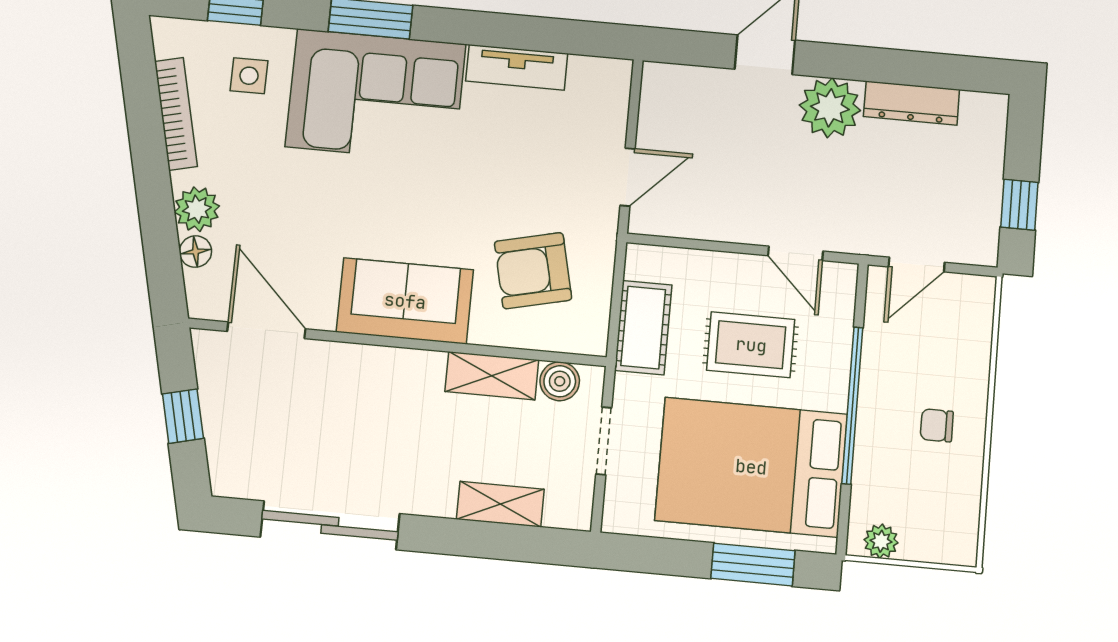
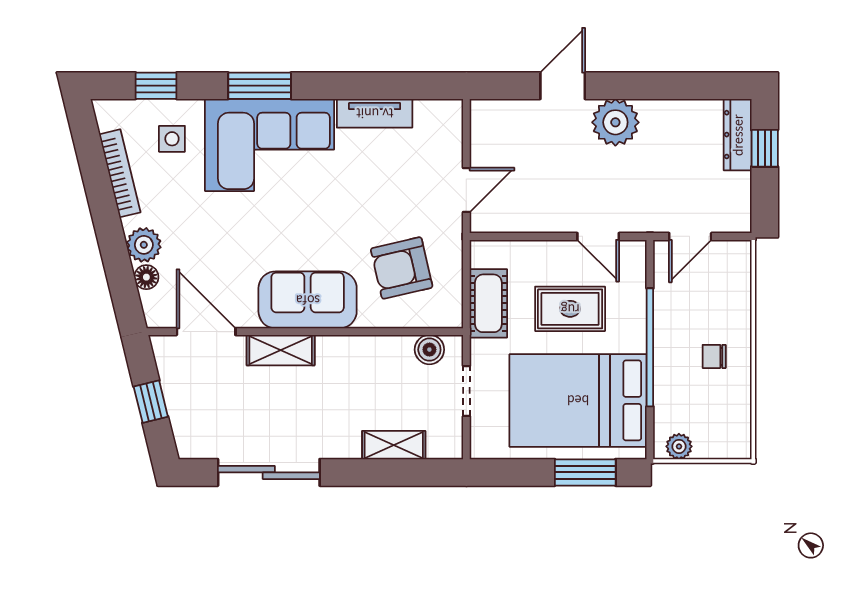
dresser: (912, 103) -> (738, 135), moved, turned 90
window: (1019, 205) -> (765, 148), moved
shelving: (492, 376) -> (281, 350), moved

